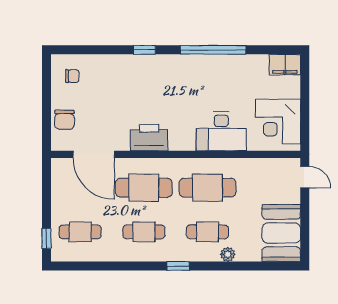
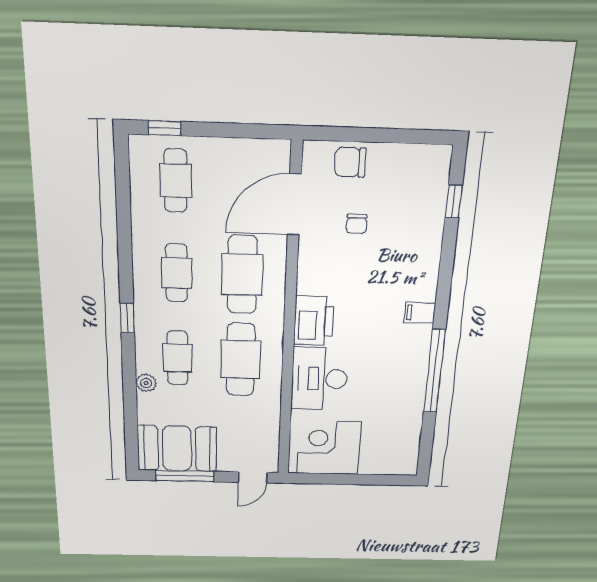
window: (144, 50) -> (454, 201), moved
filing cabinet: (285, 65) -> (420, 313), moved, width x0.50
chair: (72, 76) -> (357, 224), moved
printer: (149, 138) -> (314, 321), moved
window: (305, 228) -> (185, 476), added

